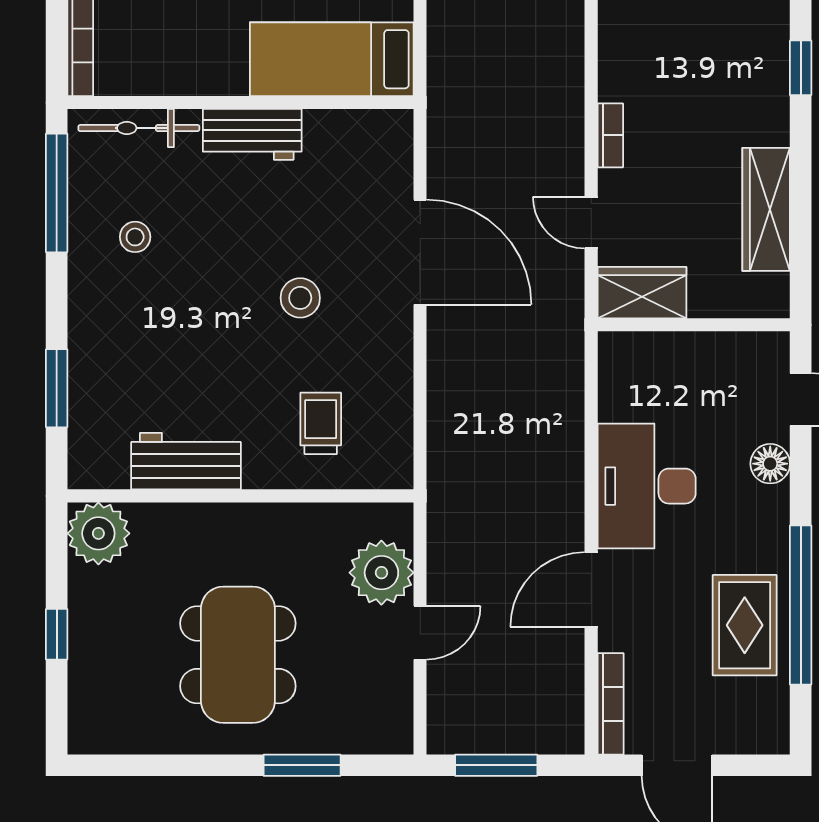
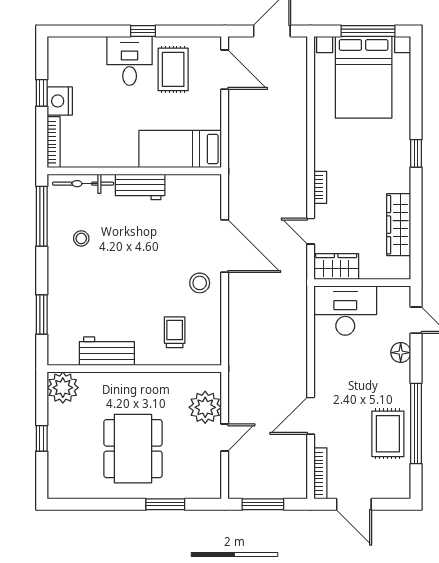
stool: (300, 298) -> (200, 283), moved
desk: (647, 486) -> (345, 311), moved, turned 90

